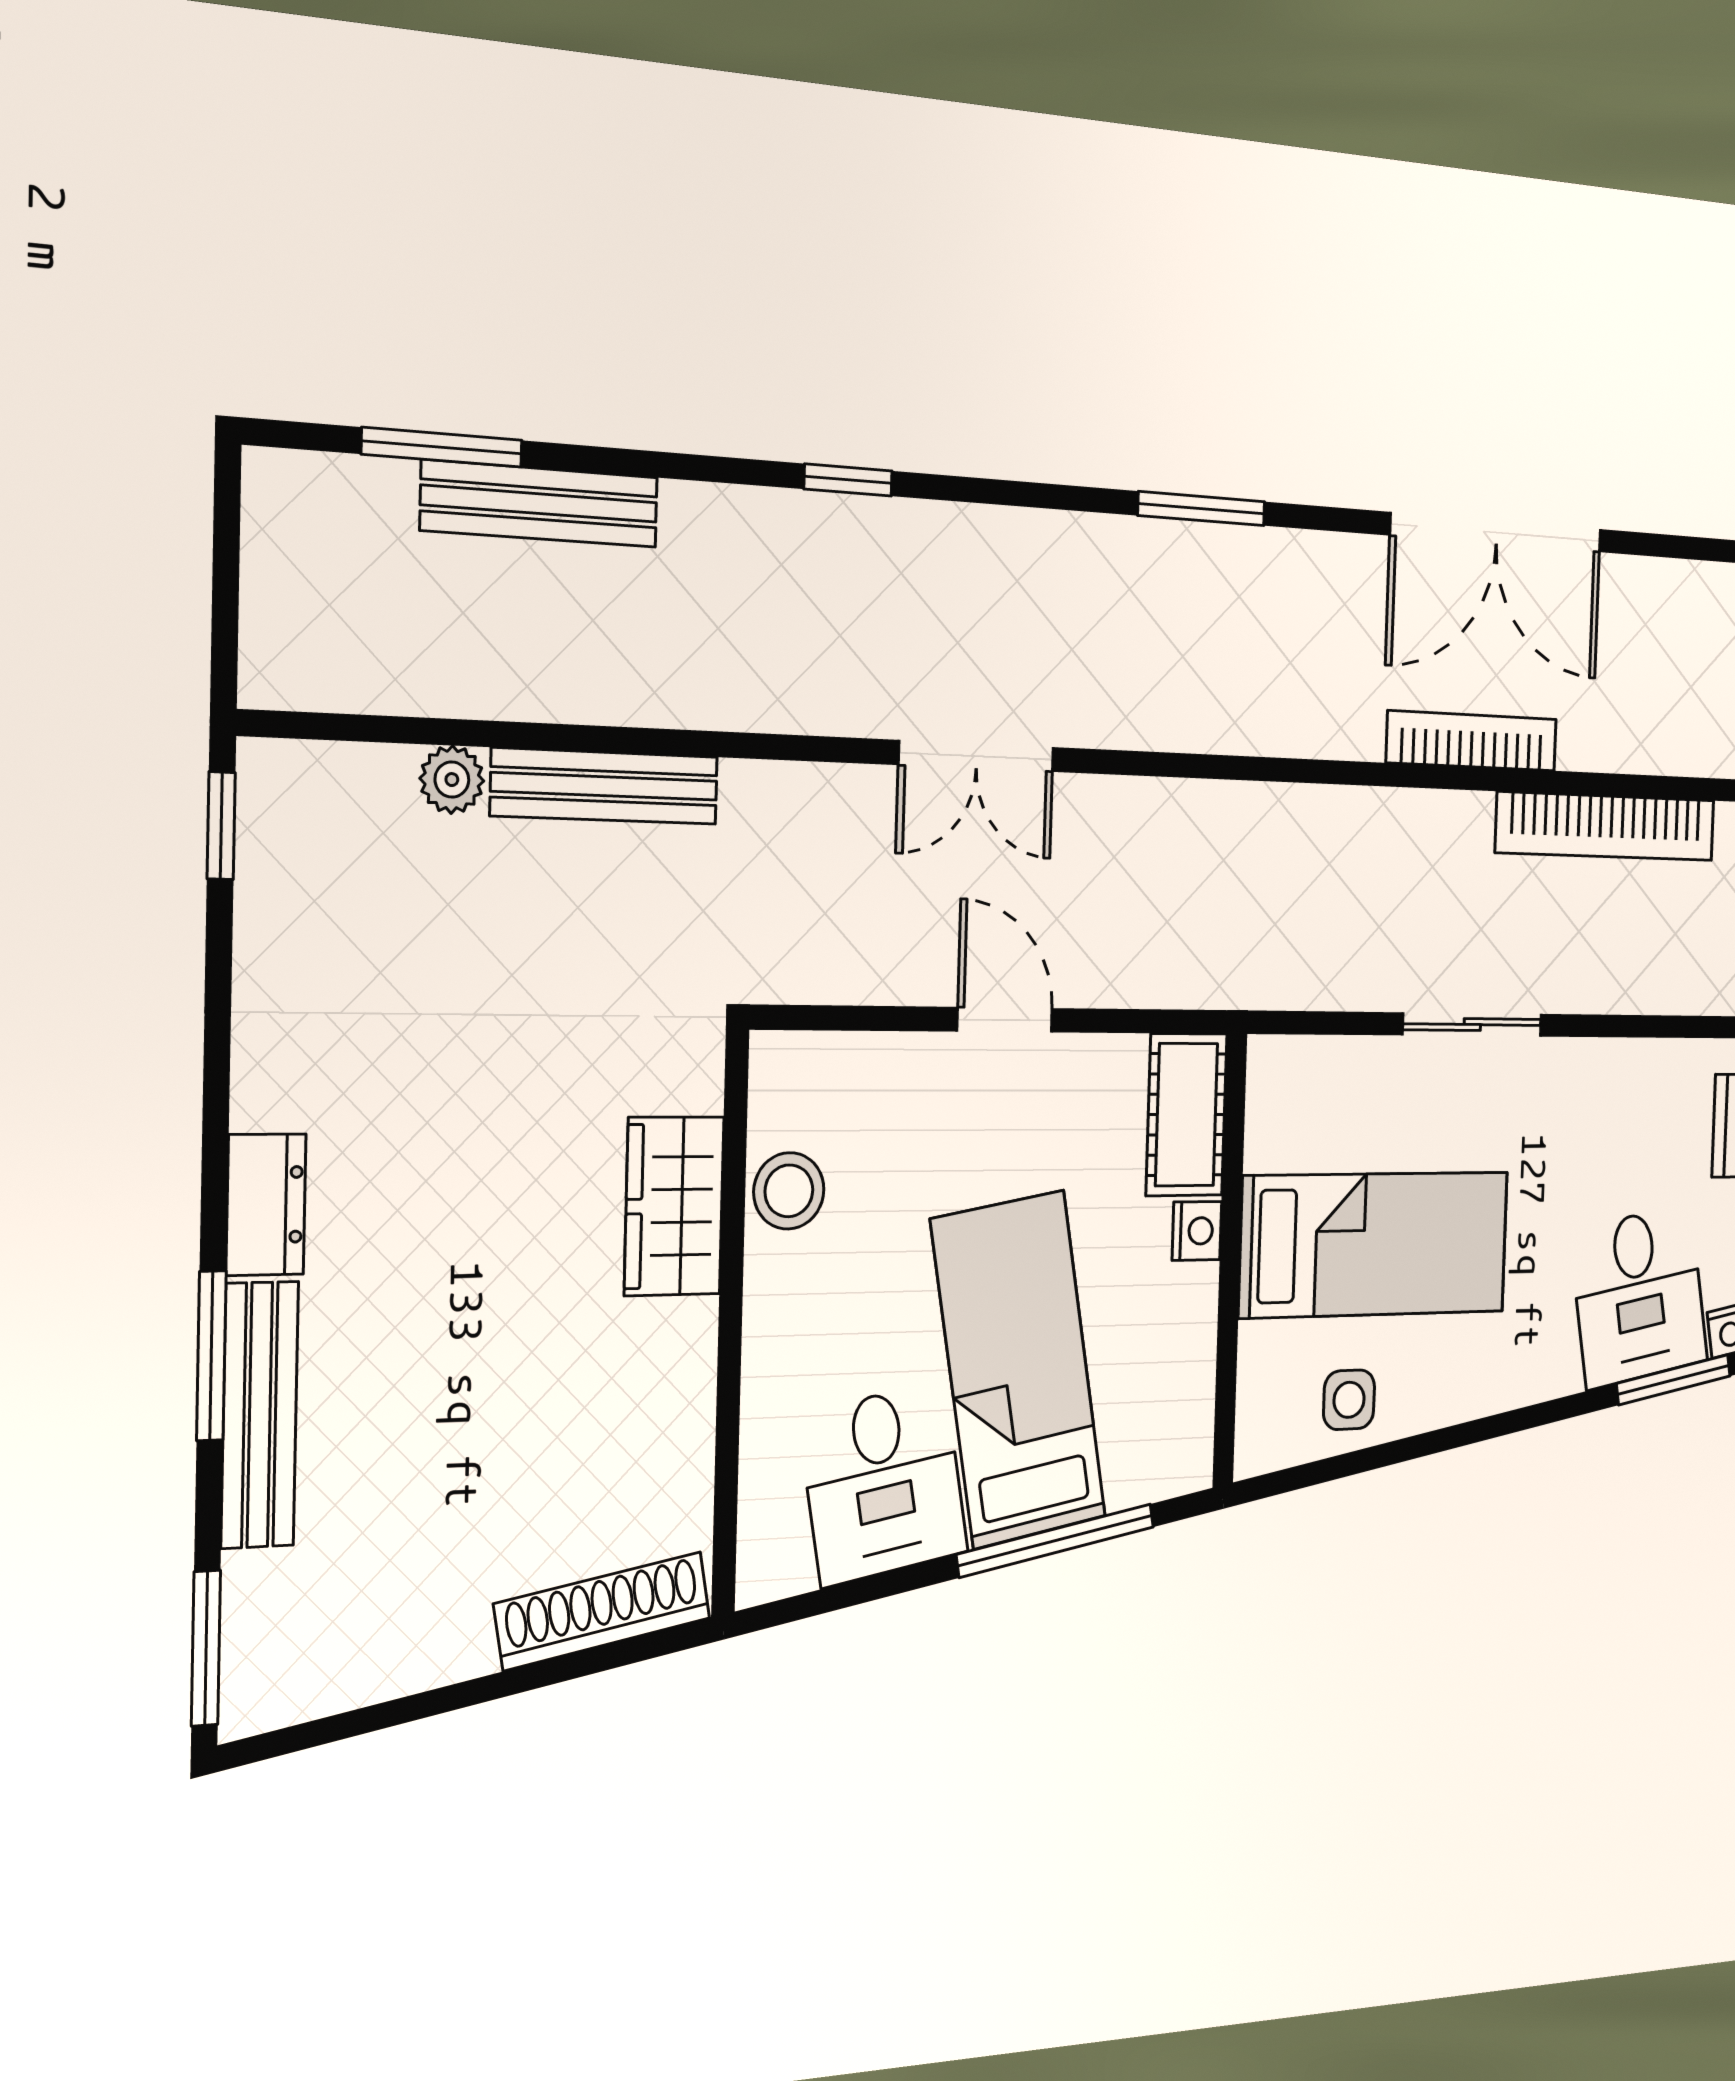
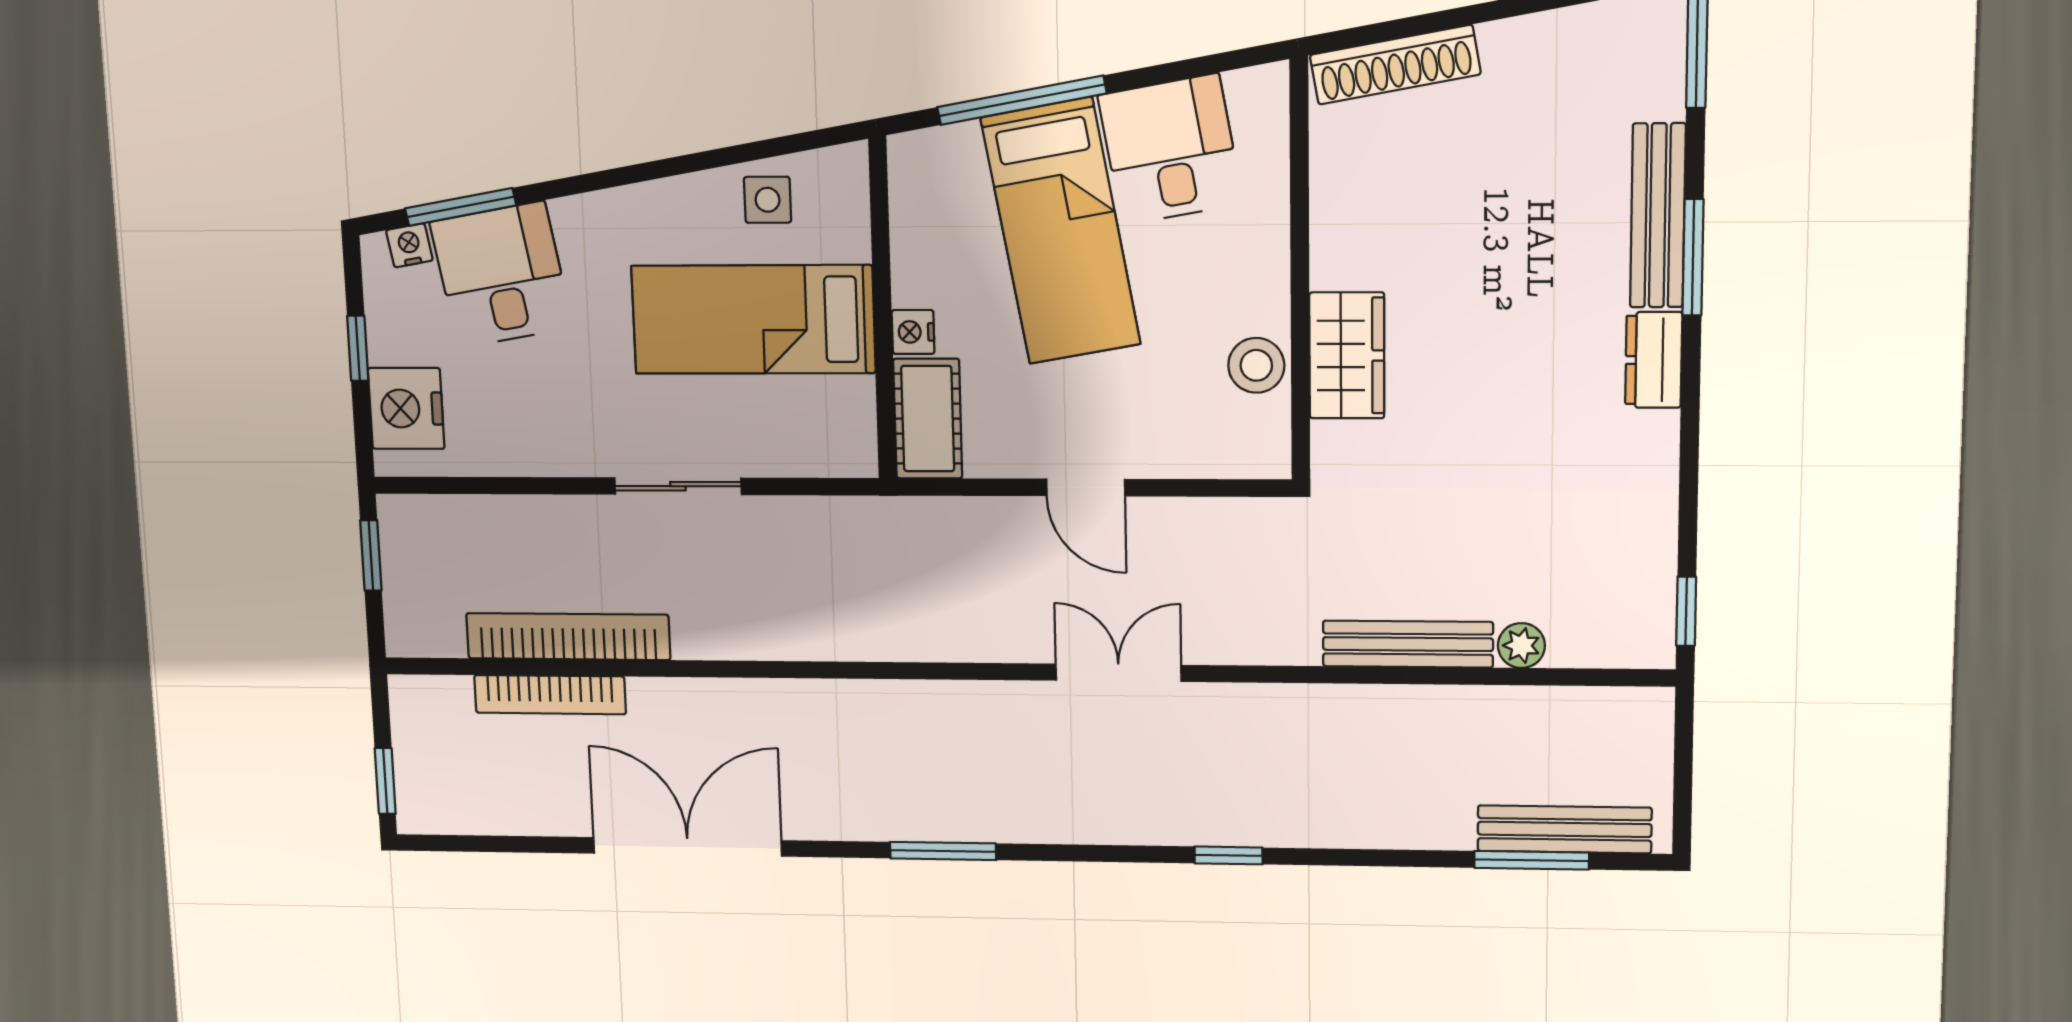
bench: (540, 504) -> (1564, 829), moved
bookcase: (1472, 741) -> (550, 695), moved

